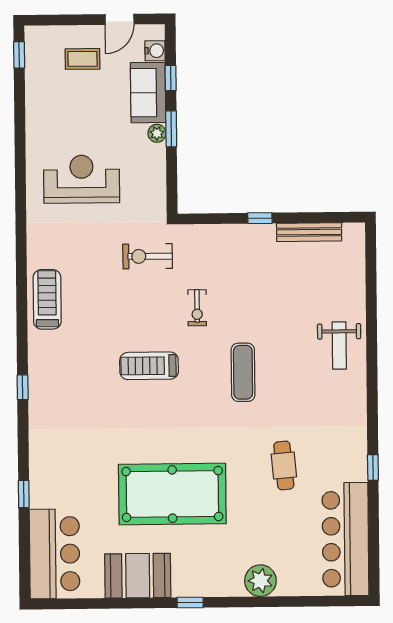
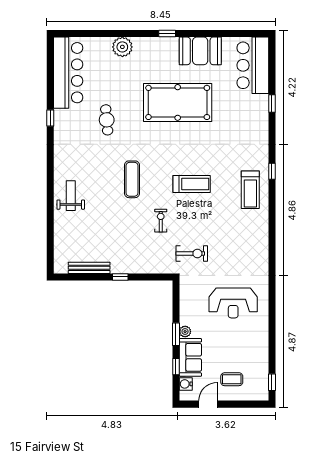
treadmill: (47, 299) -> (250, 190), moved

